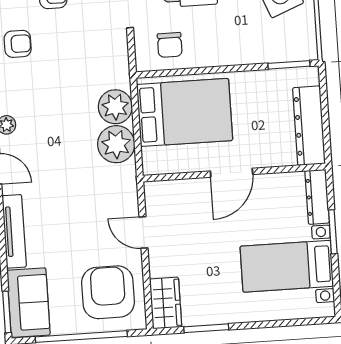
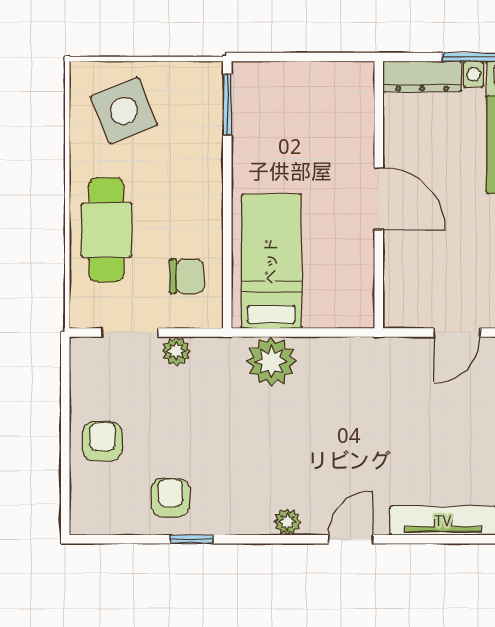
bed: (185, 112) -> (271, 261), width x0.67
dresser: (309, 126) -> (318, 81), removed
plant: (116, 144) -> (176, 351), moved, width x0.53, depth x0.53

